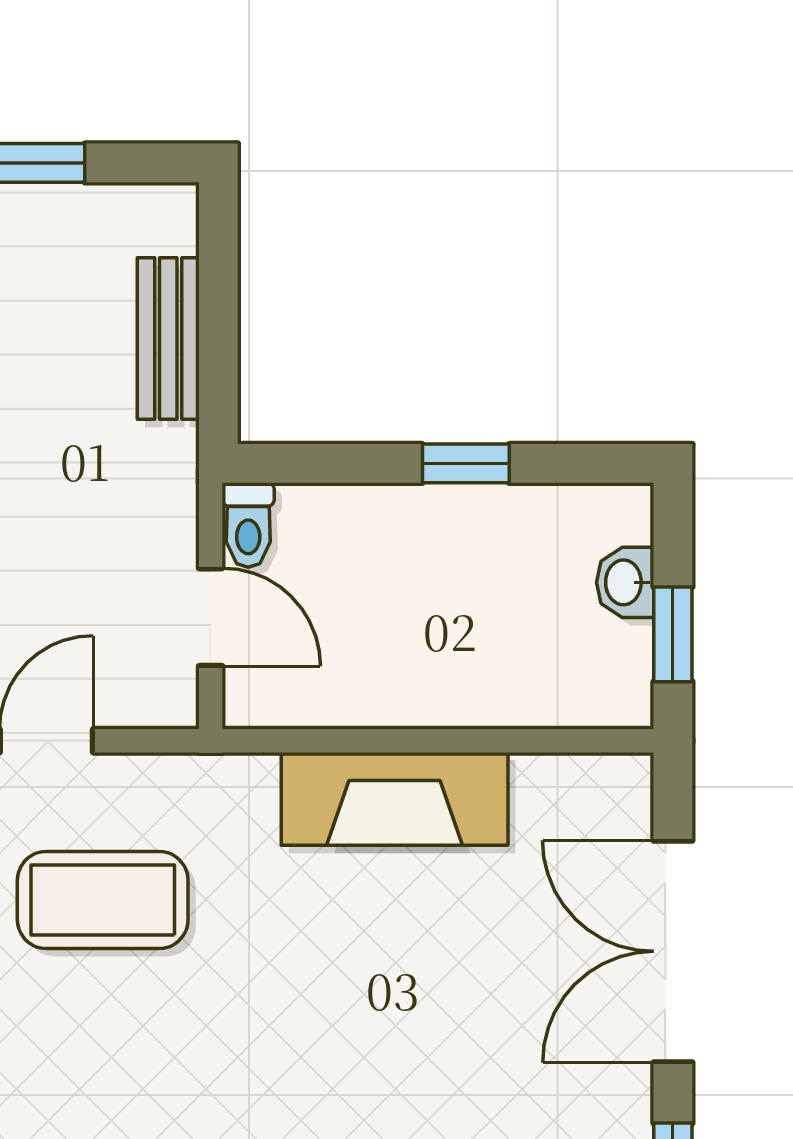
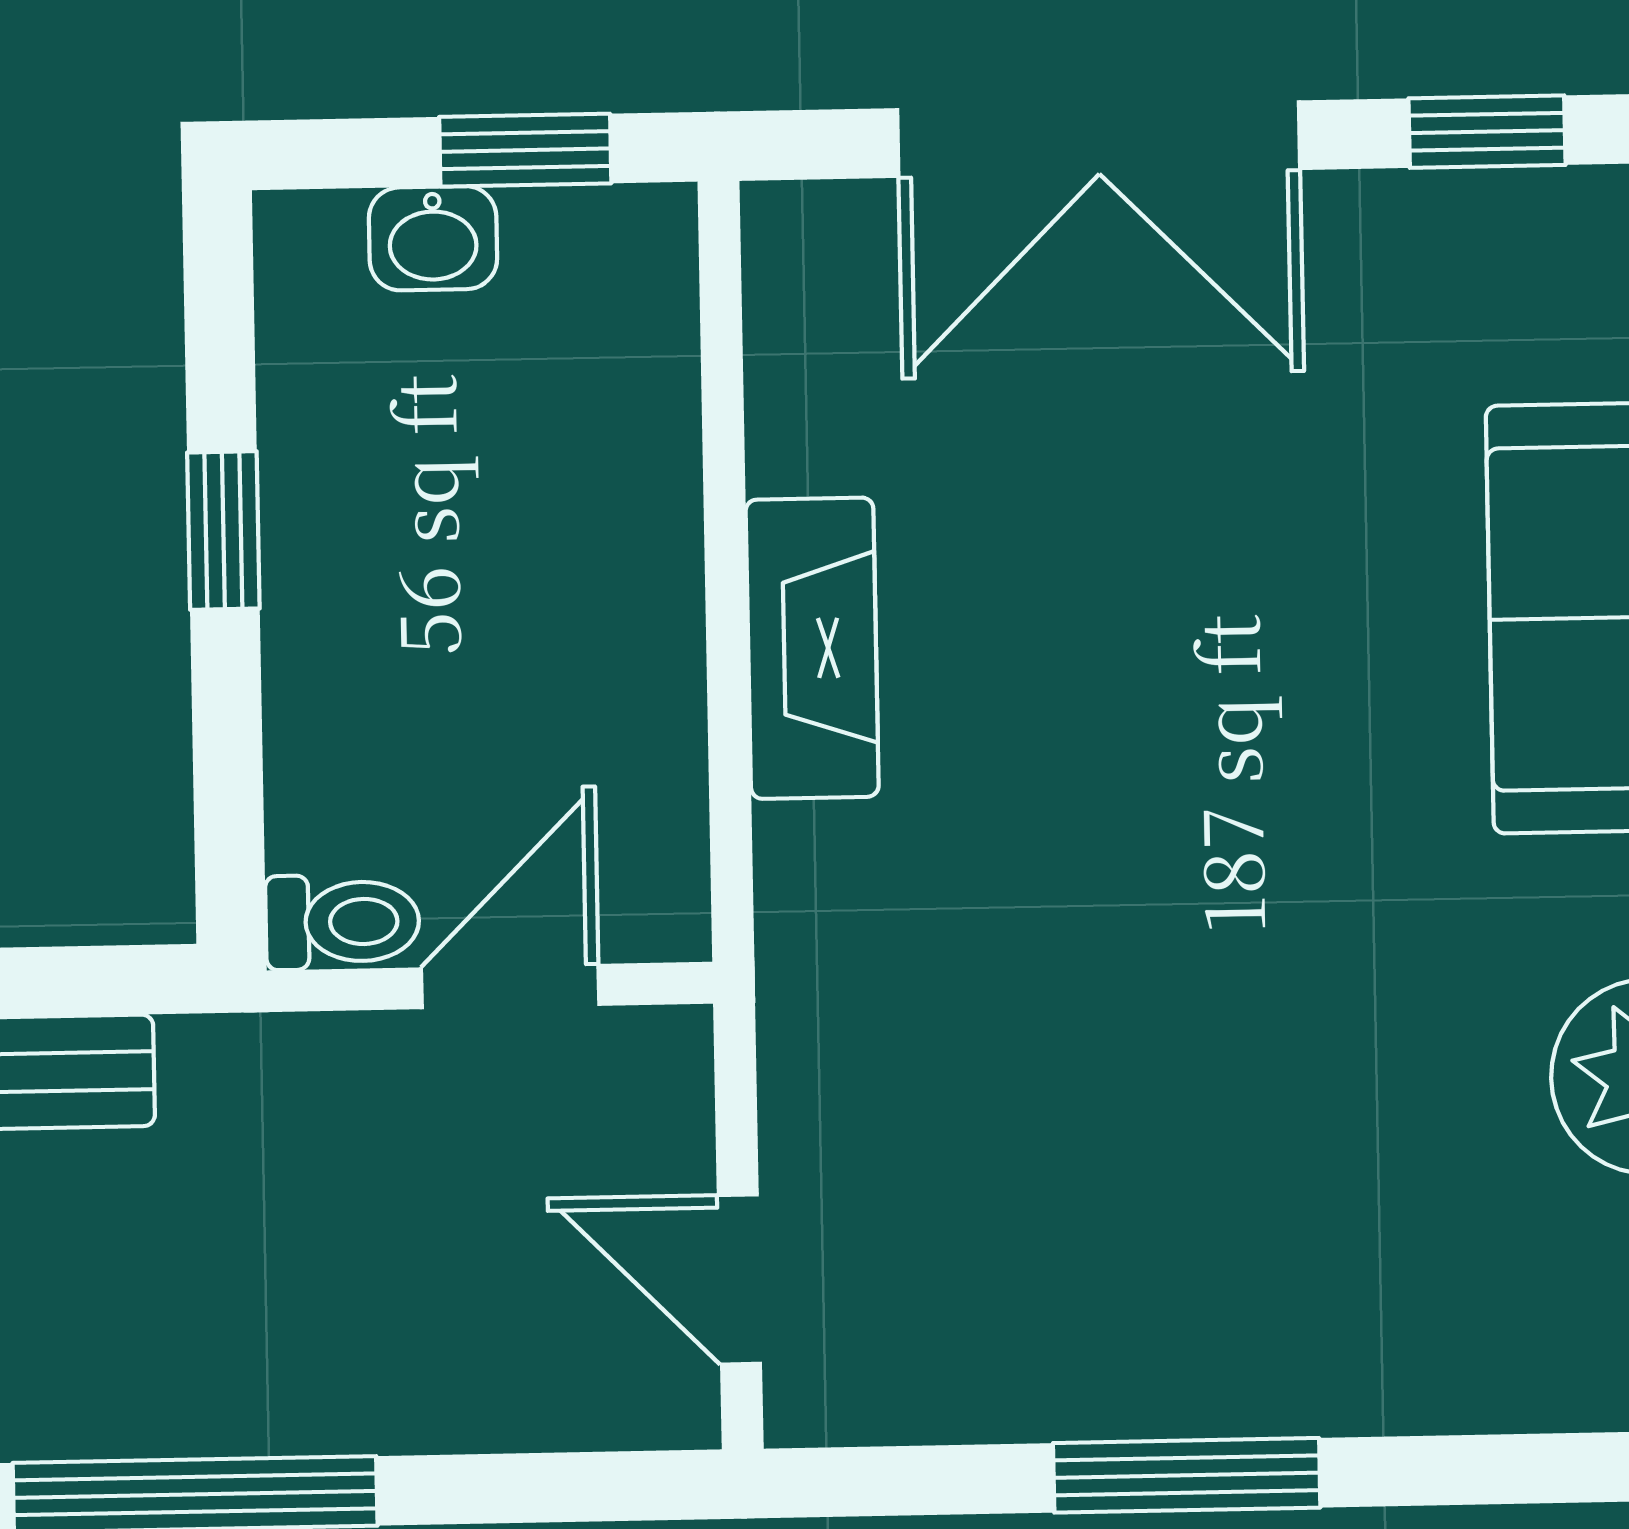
fireplace: (395, 799) -> (812, 648), width x0.73, depth x0.76
coffee table: (103, 900) -> (1025, 1172), removed

